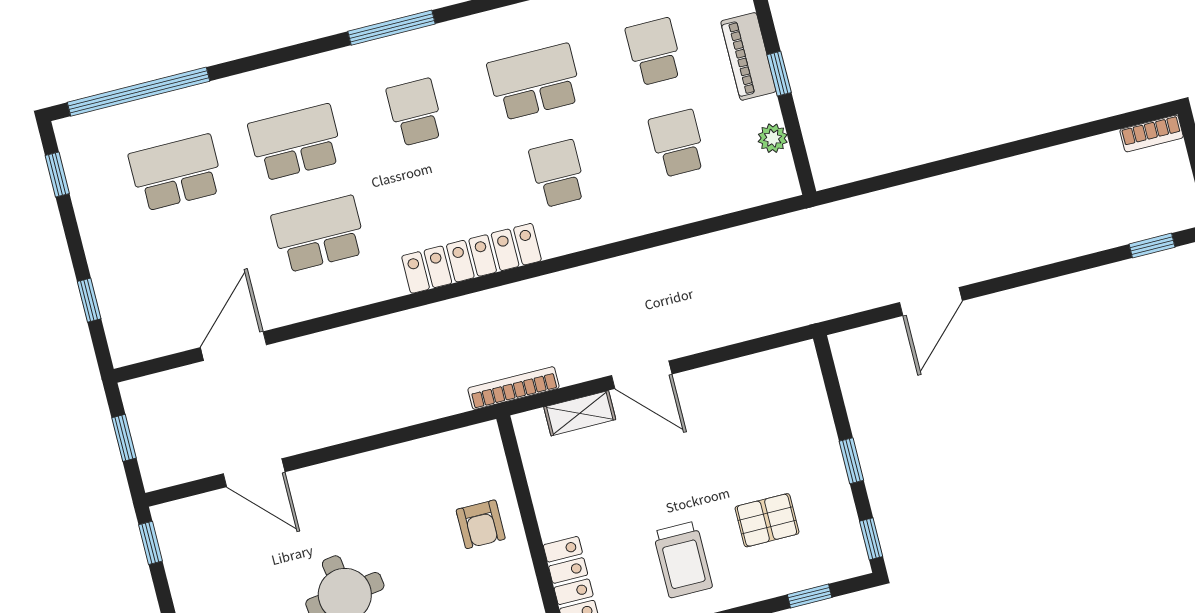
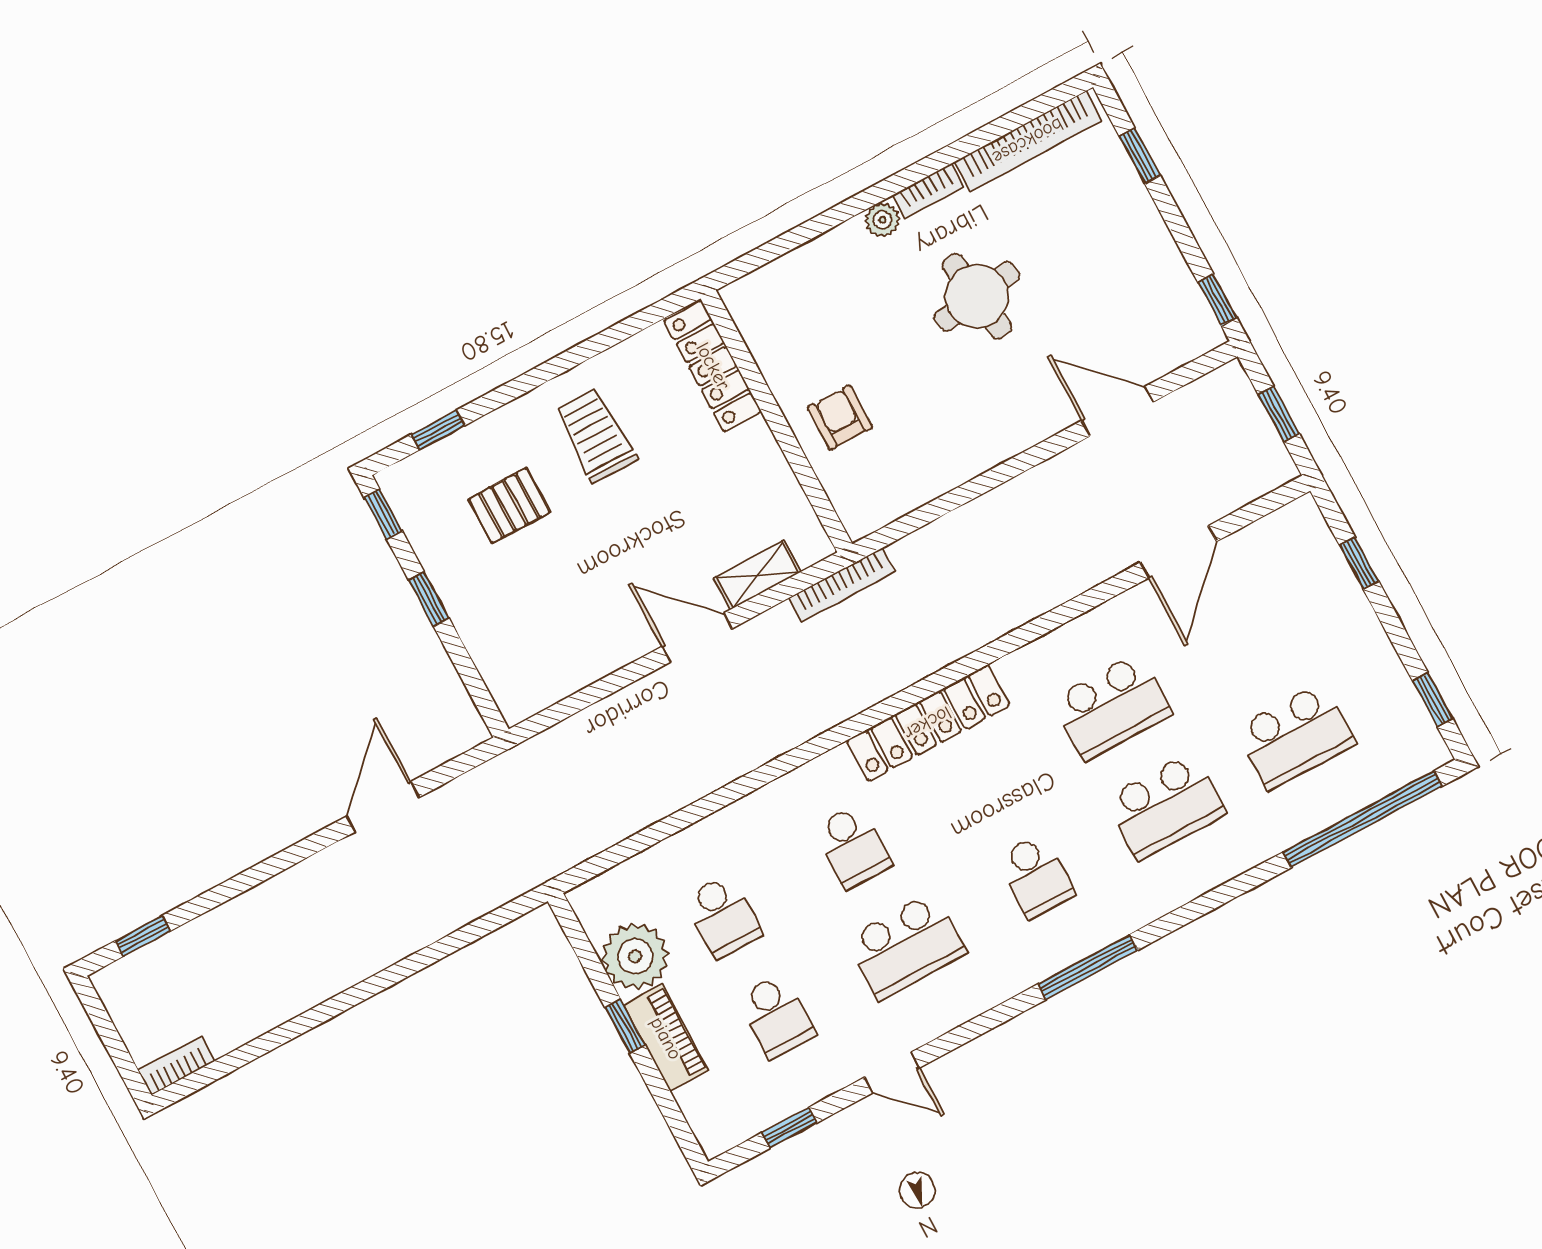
plant: (773, 138) -> (635, 956), width x1.87, depth x1.87

